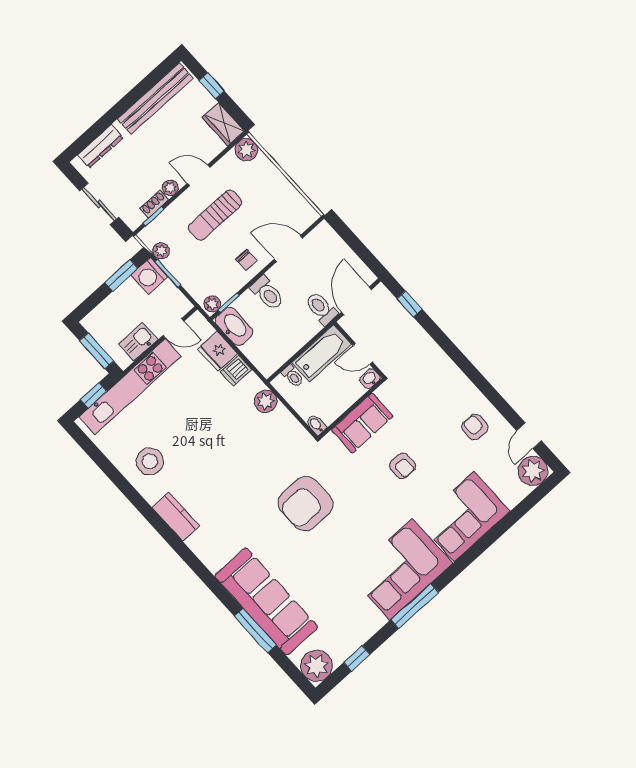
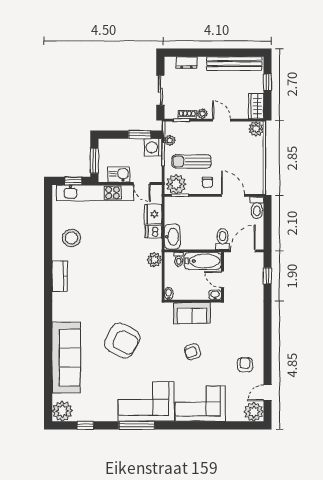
dresser: (100, 146) -> (187, 63), width x0.70
sun lounger: (215, 215) -> (191, 161), moved
toilet: (267, 293) -> (257, 208), moved
plant: (212, 304) -> (176, 184), width x1.88, depth x1.88
washbasin: (234, 326) -> (172, 237), moved
armchair: (403, 466) -> (193, 352), turned 71
armchair: (306, 504) -> (122, 341), moved, turned -152
window: (255, 631) -> (48, 367), removed

